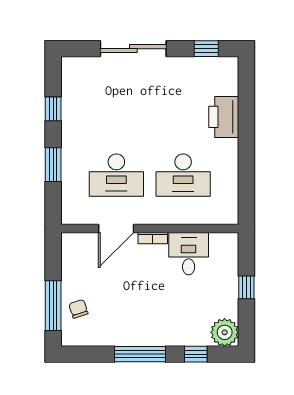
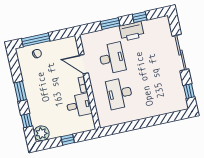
printer: (224, 117) -> (132, 31), moved, turned 180
desk: (116, 175) -> (112, 58), turned 180
window: (140, 354) -> (20, 91), width x0.69

